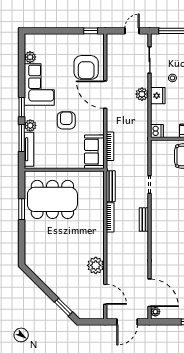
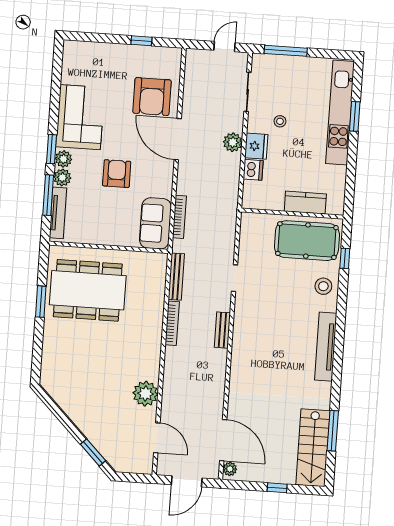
window: (91, 31) -> (141, 41), moved
plant: (30, 57) -> (63, 159), moved
dishwasher: (157, 131) -> (253, 170), moved

